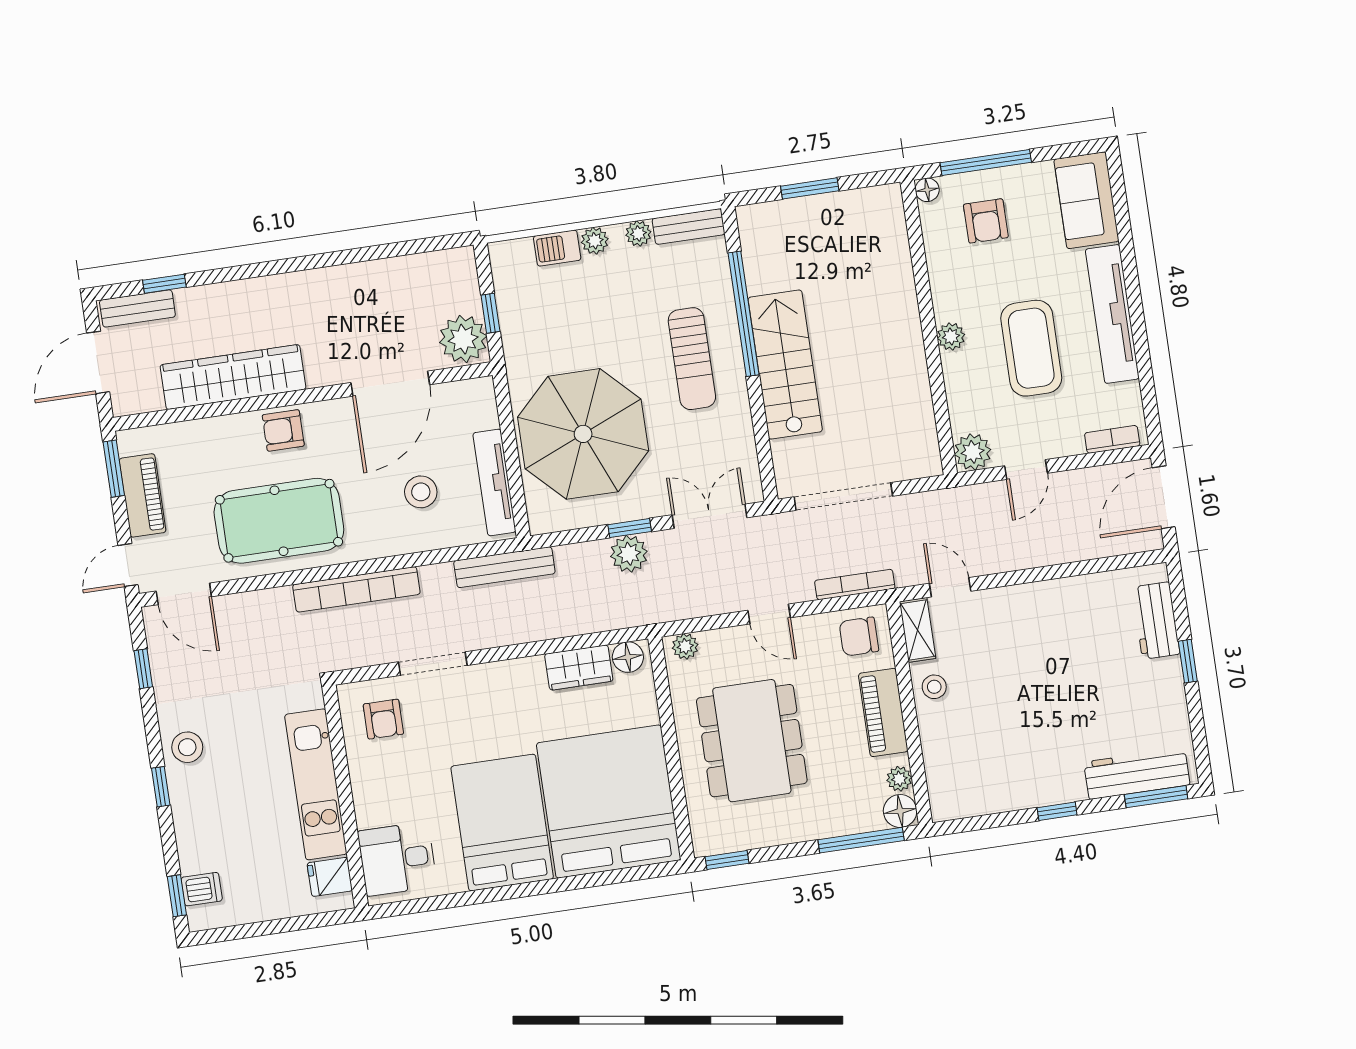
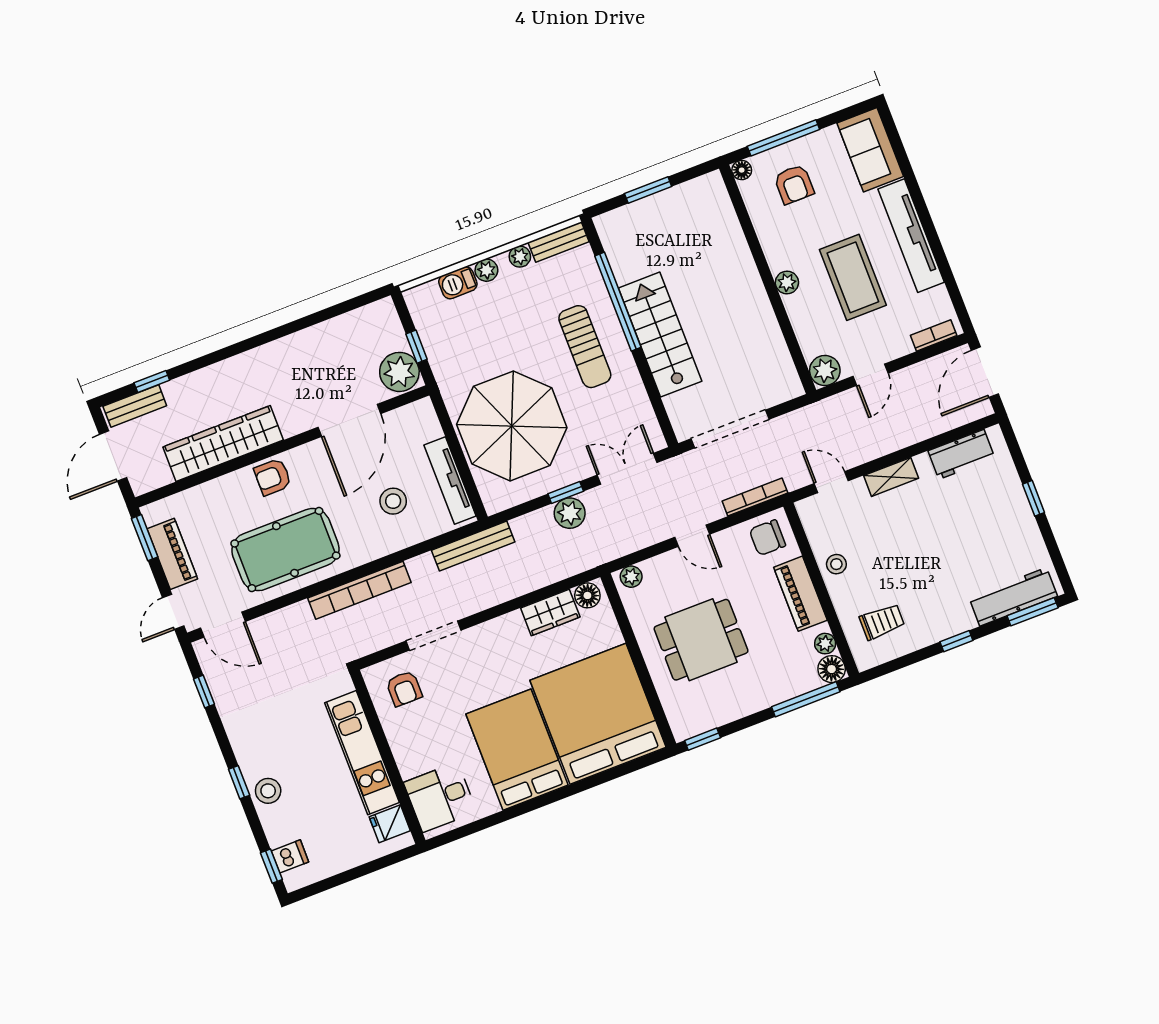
workbench: (1156, 621) -> (961, 454), moved, turned -90
shelving: (918, 630) -> (891, 477), moved, turned 90
dining table: (752, 741) -> (701, 640), width x0.73
stool: (187, 747) -> (268, 791), moved
trolley: (973, 768) -> (882, 622), added

